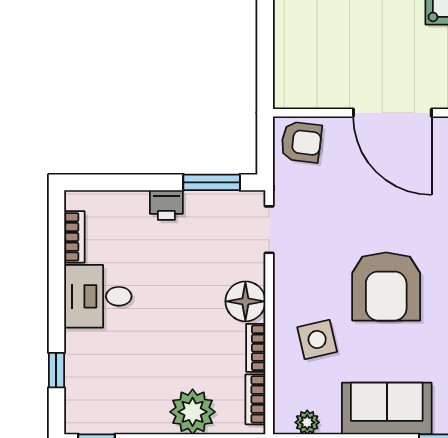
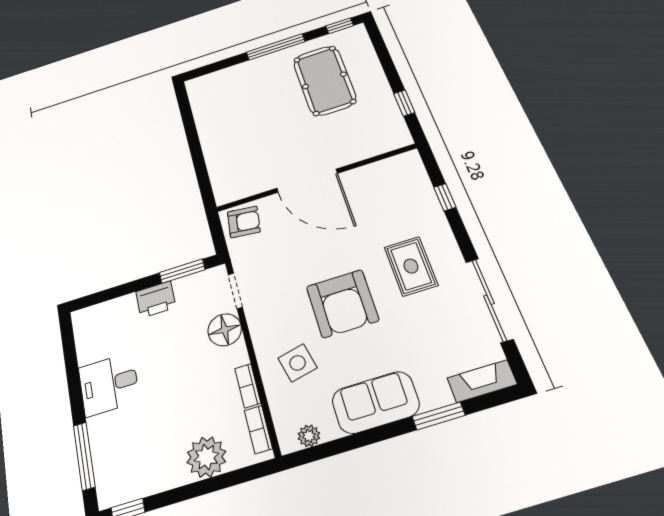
printer: (166, 205) -> (156, 299), width x1.36, depth x1.24
bookcase: (74, 237) -> (83, 344), removed
floor lamp: (245, 301) -> (225, 330), moved
window: (56, 370) -> (84, 456), width x2.17

